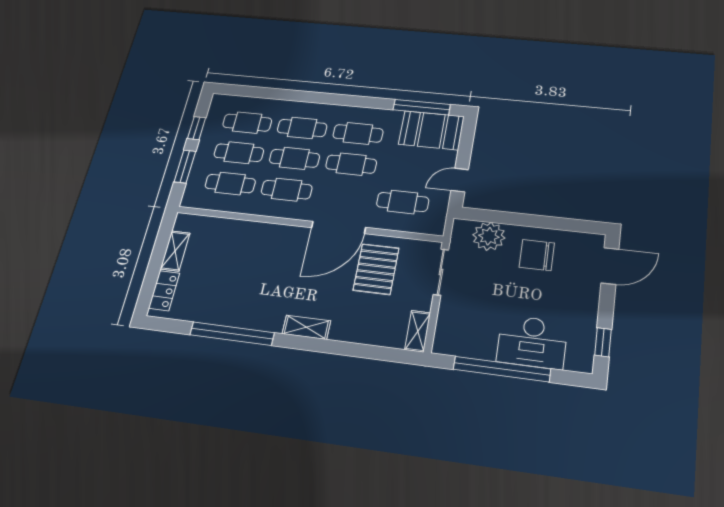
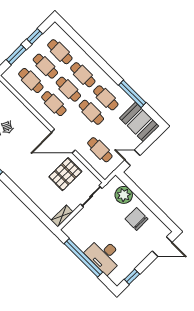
window: (422, 107) -> (132, 94), moved
shelving: (306, 327) -> (18, 179), removed

